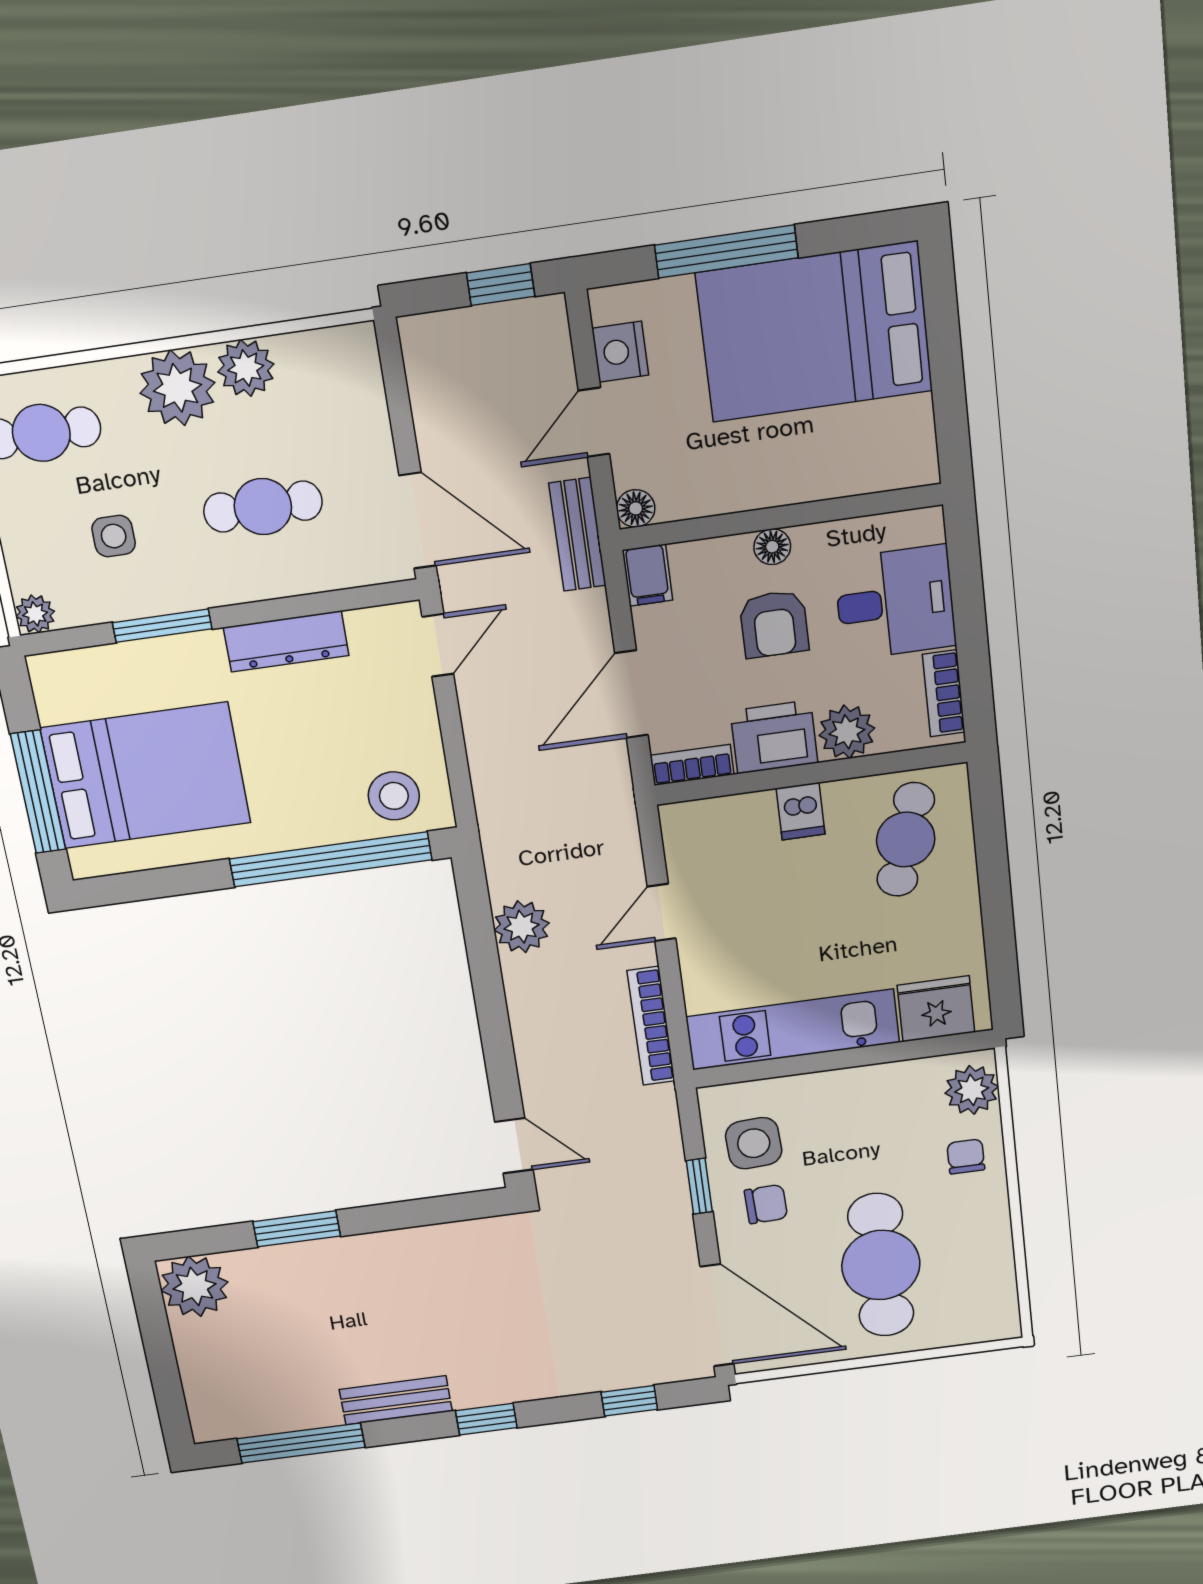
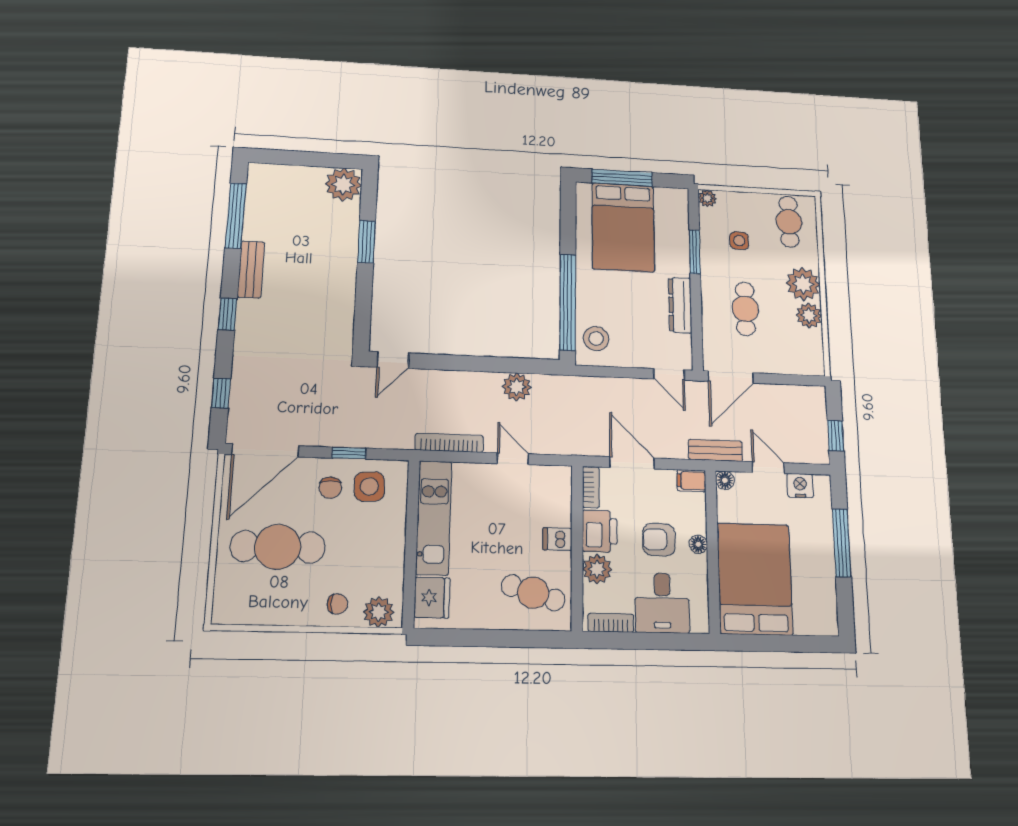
bed: (815, 332) -> (755, 579), moved

